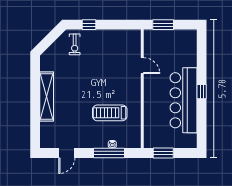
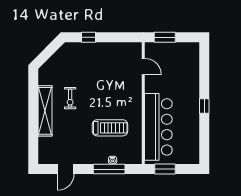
exercise bike: (75, 44) -> (70, 98), moved
door: (142, 66) -> (143, 67), moved
bar counter: (184, 100) -> (158, 127), moved, turned 180
treadmill: (110, 113) -> (110, 128), turned 180

